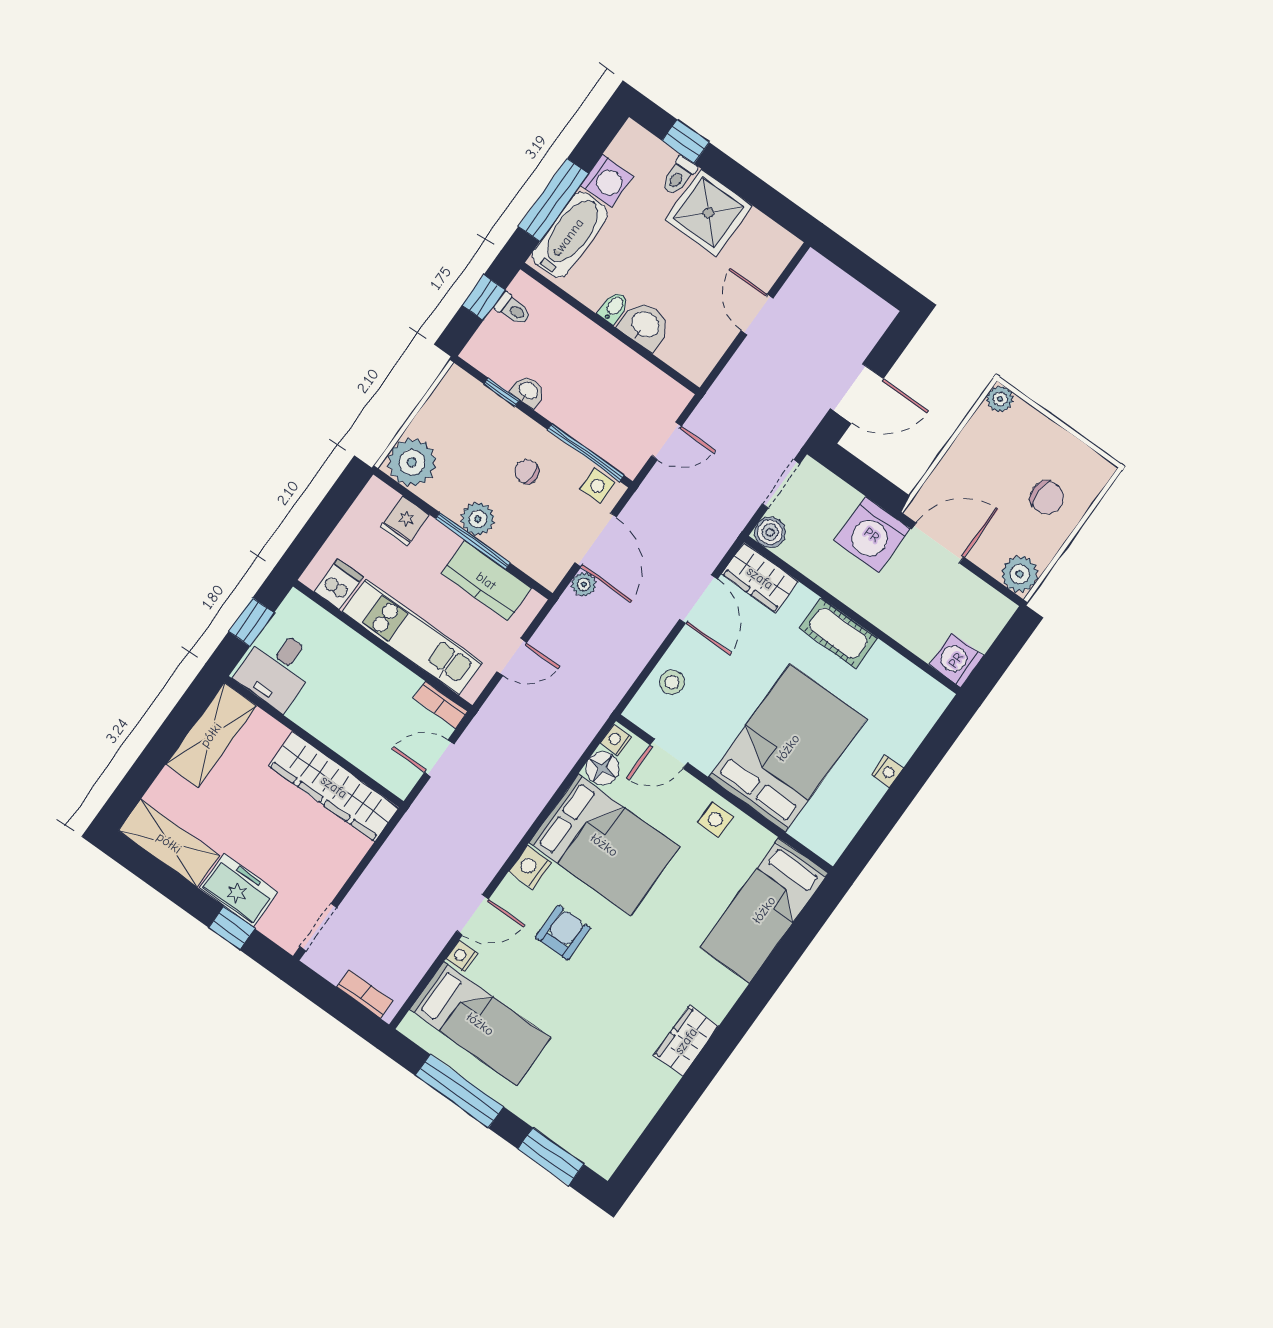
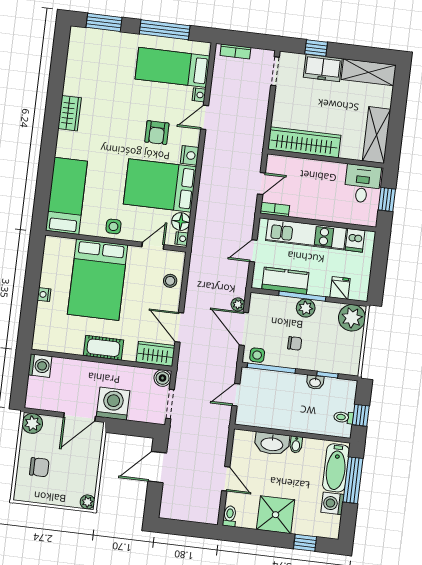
toilet: (679, 176) -> (230, 516), moved
washbasin: (645, 325) -> (272, 444), width x1.38
chair: (1047, 497) -> (39, 467), turned 180

